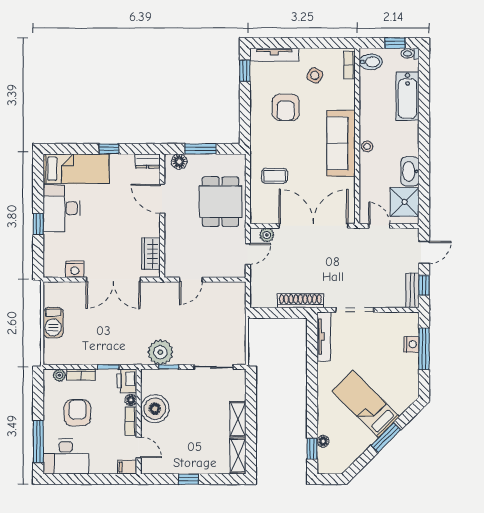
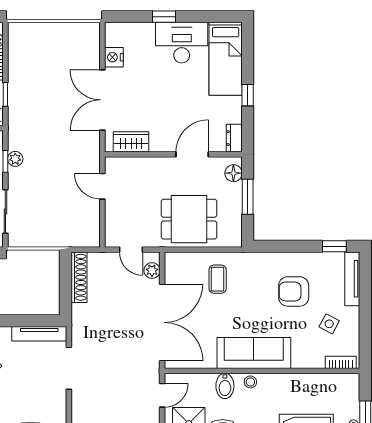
bidet: (371, 62) -> (225, 386), moved
shoe rack: (300, 301) -> (79, 277), moved
barbecue: (53, 323) -> (55, 33), removed
plant: (160, 352) -> (15, 159), width x0.53, depth x0.53

